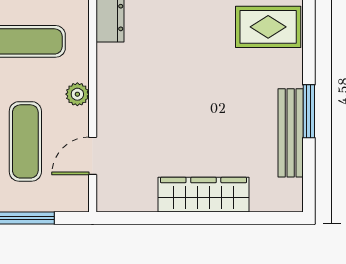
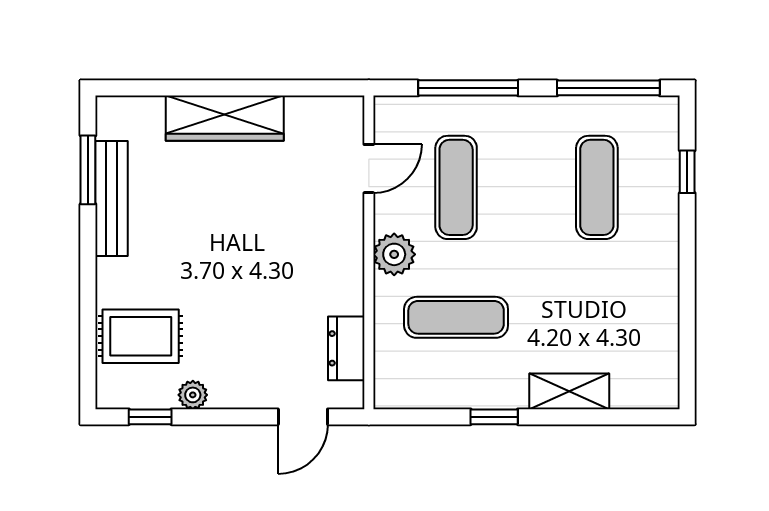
plant: (77, 94) -> (394, 254), width x1.38, depth x1.38
window: (309, 111) -> (88, 170), moved

